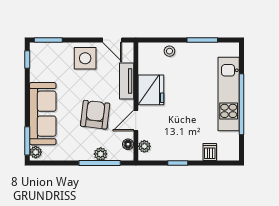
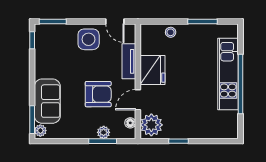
sofa: (43, 114) -> (47, 101), width x0.73
armchair: (95, 115) -> (98, 94), turned 83
plant: (144, 146) -> (151, 125), width x1.87, depth x1.87
dishwasher: (210, 152) -> (210, 130), removed
window: (100, 163) -> (103, 141), width x0.69

